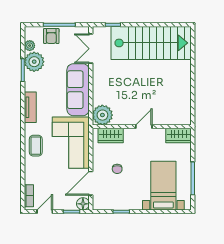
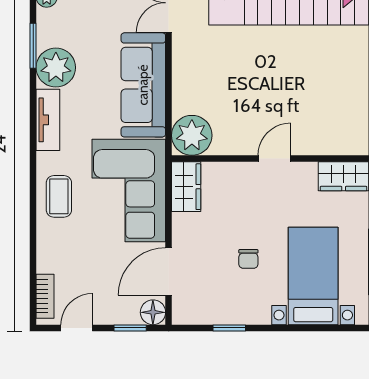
plant: (34, 62) -> (56, 68), moved
wardrobe: (111, 136) -> (186, 187), moved, turned -90
chair: (117, 169) -> (248, 259), moved

